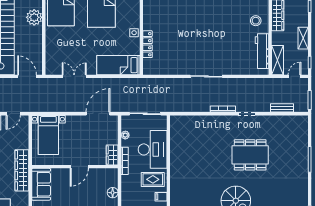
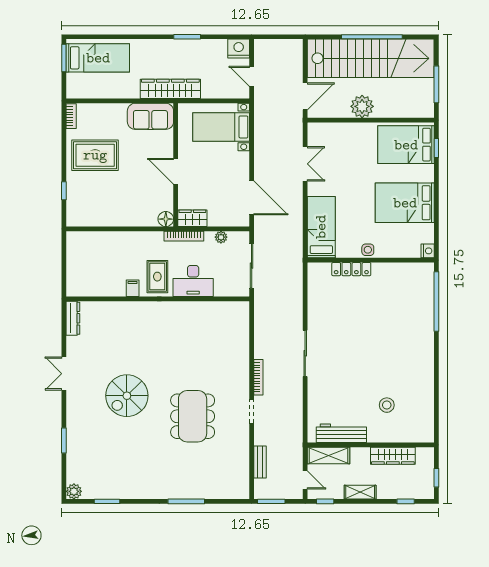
plant: (34, 17) -> (362, 106), moved
stool: (256, 21) -> (387, 405), moved
desk: (153, 149) -> (193, 281), width x0.73, depth x0.77
floor lamp: (113, 193) -> (166, 219), moved

